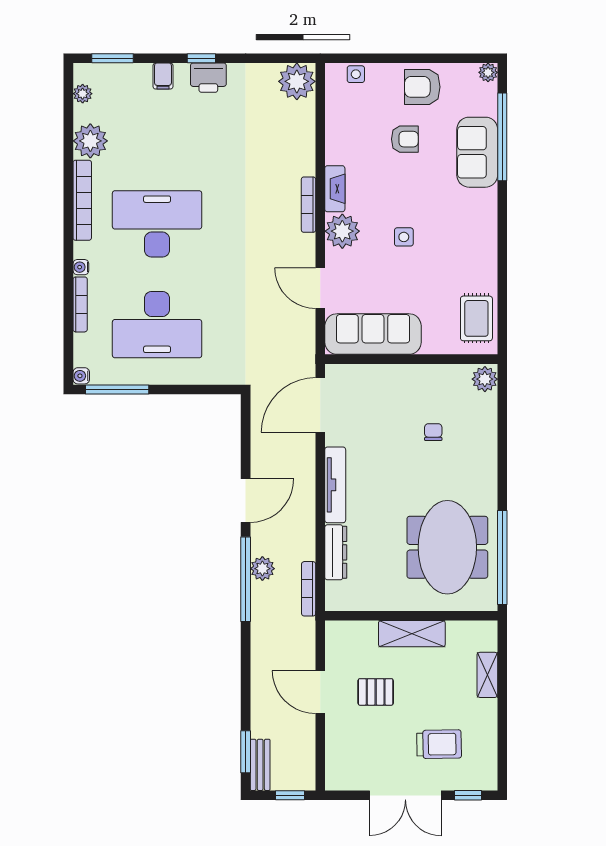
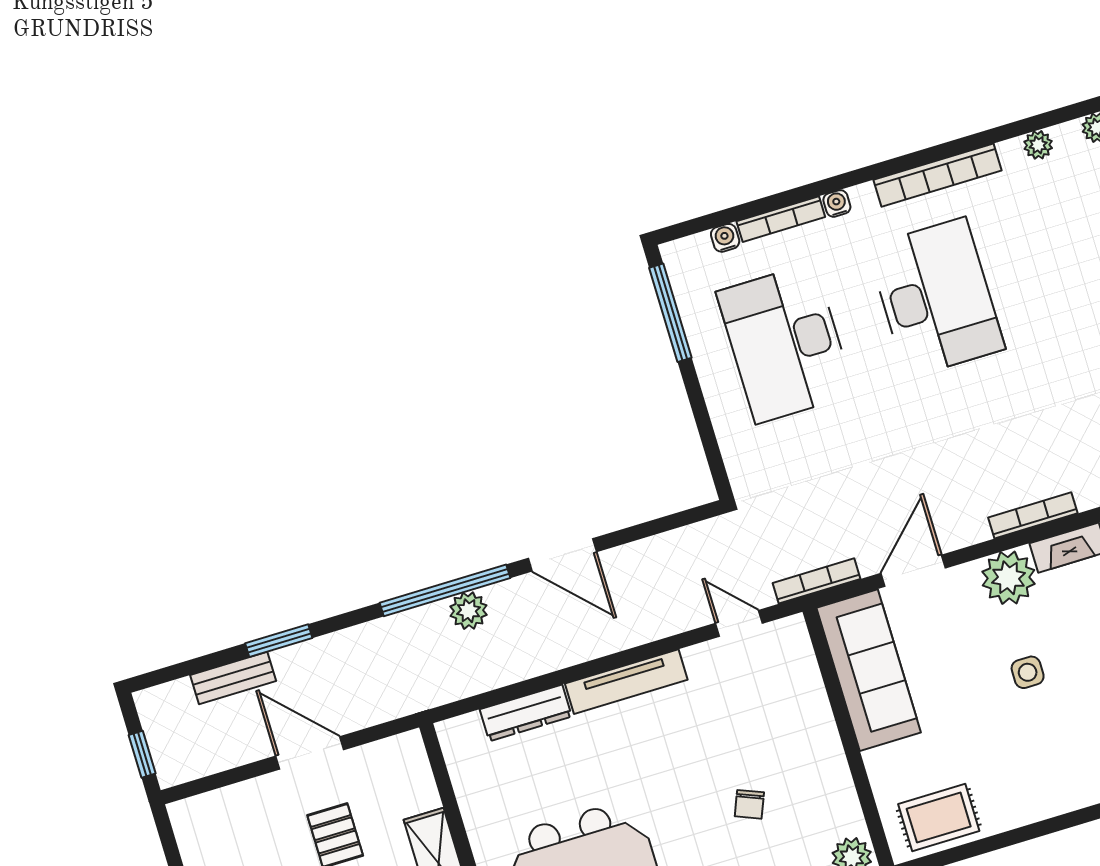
plant: (90, 141) -> (1038, 145), width x0.53, depth x0.53
water cooler: (81, 376) -> (725, 238), moved
door: (320, 405) -> (739, 623), width x0.53
chair: (433, 432) -> (749, 804), turned 112
bookcase: (309, 589) -> (816, 581), moved
door: (320, 692) -> (310, 753), hinge flipped
window: (246, 752) -> (279, 641), moved
bench: (260, 765) -> (233, 678), moved

